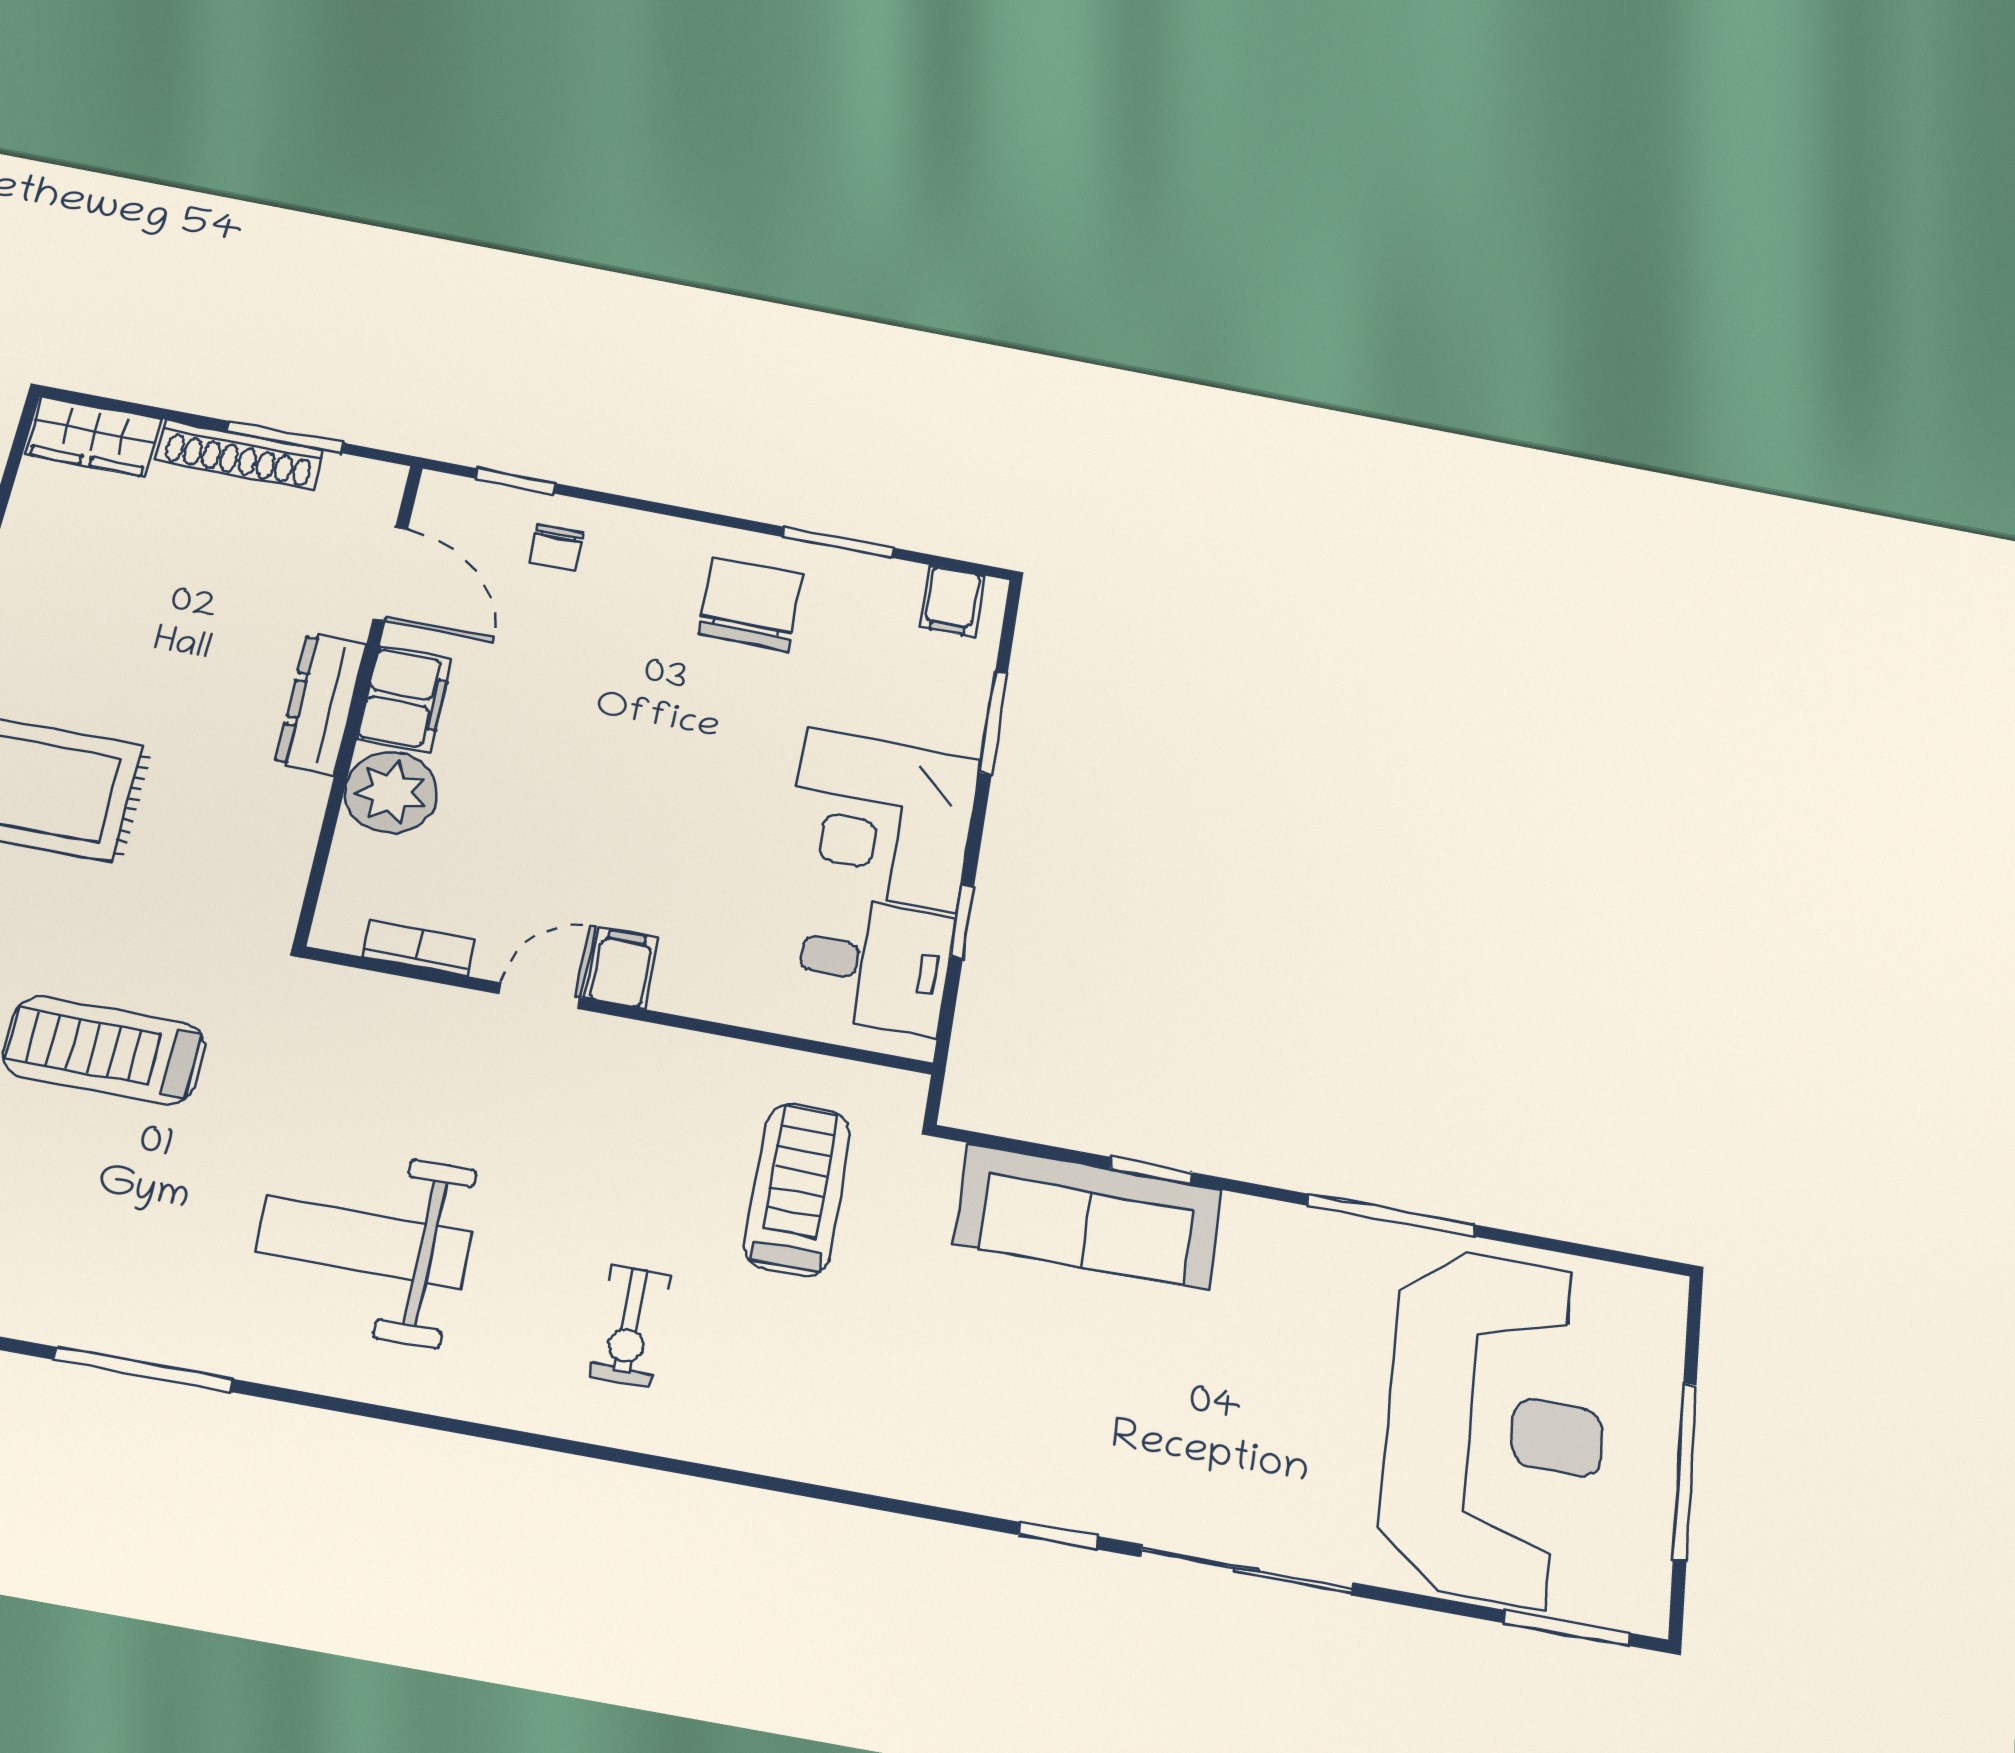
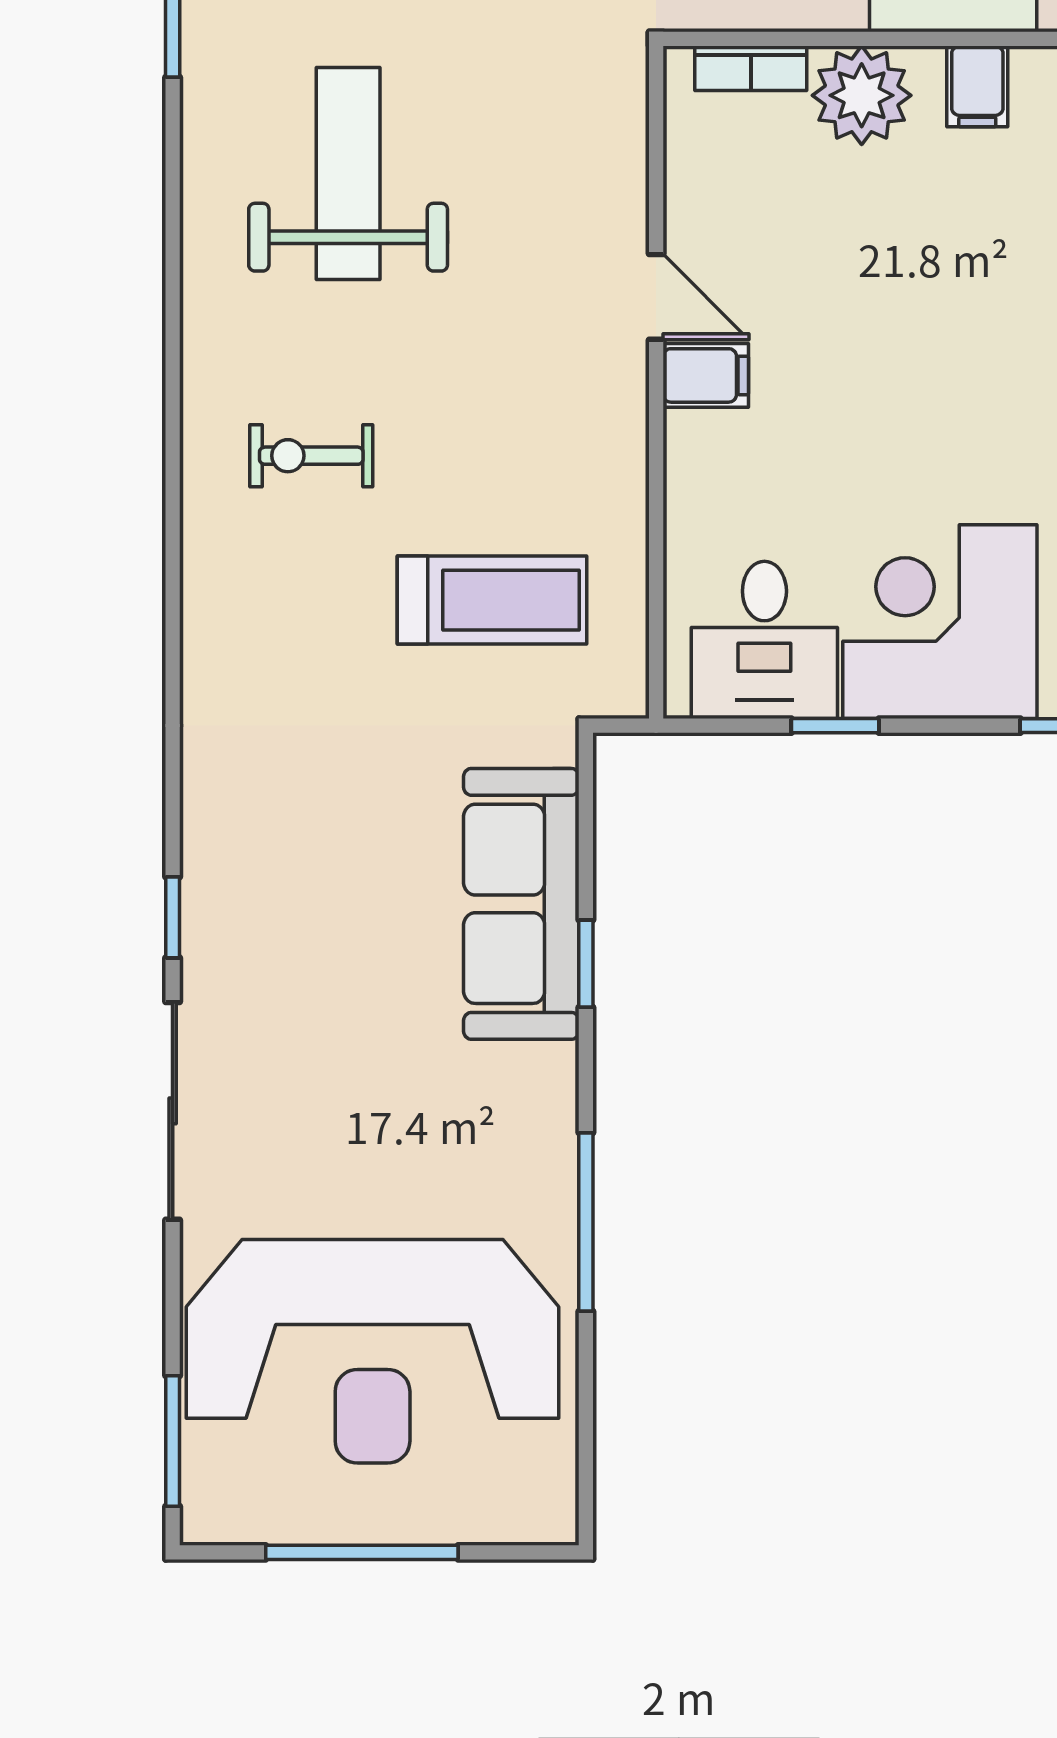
filing cabinet: (405, 699) -> (977, 86), width x0.50
bookcase: (419, 948) -> (751, 68), moved, turned 90

